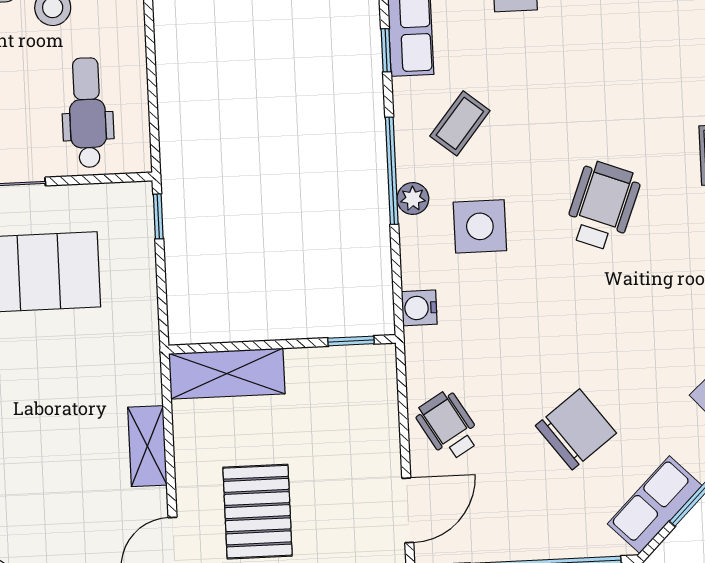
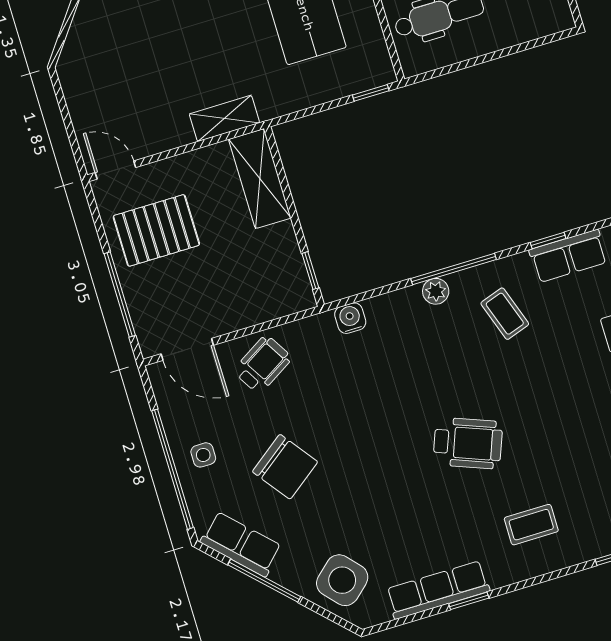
coffee table: (460, 123) -> (505, 314), turned 32
side table: (480, 226) -> (203, 455), moved, width x0.54, depth x0.54
shelving: (147, 446) -> (224, 118), moved

